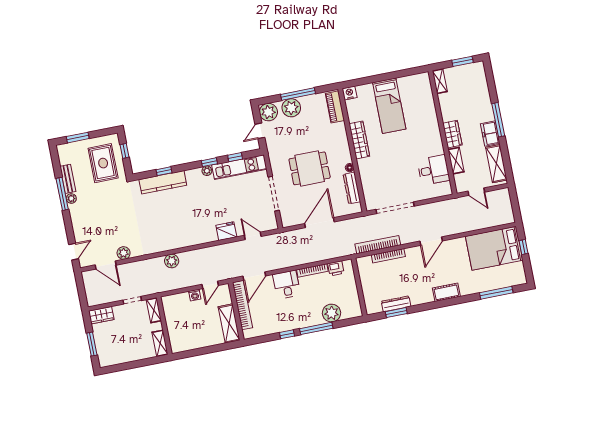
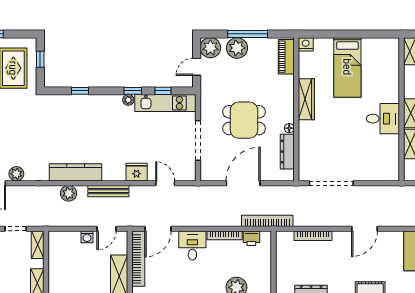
desk: (433, 170) -> (383, 119), moved
kitchen counter: (163, 182) -> (76, 172), moved, turned 180
bookcase: (378, 245) -> (267, 221), moved
bench: (205, 252) -> (108, 191), added

